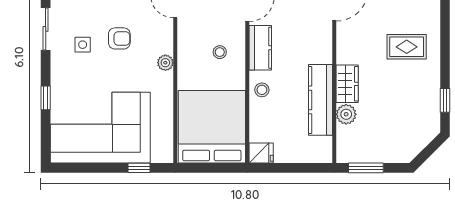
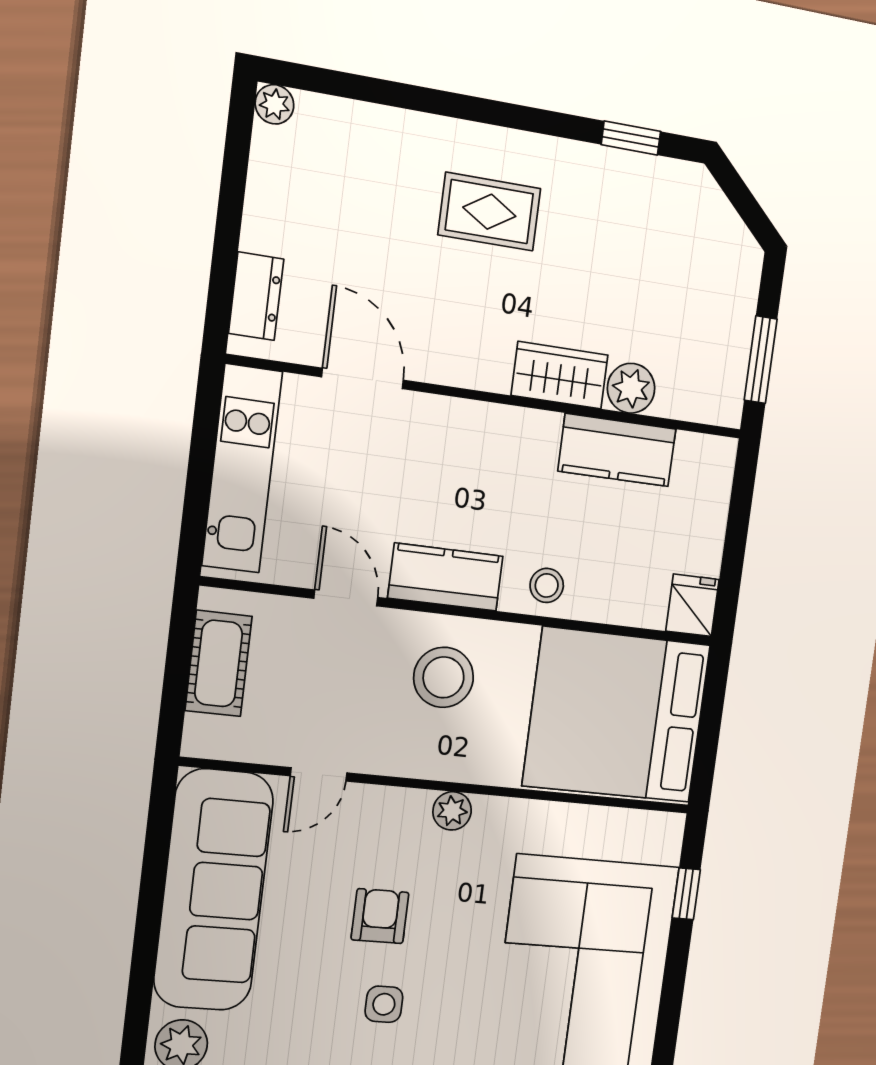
rug: (407, 47) -> (489, 212), turned 90
stool: (220, 52) -> (444, 677), width x1.89, depth x1.89
kitchen counter: (321, 100) -> (617, 450), width x0.67

